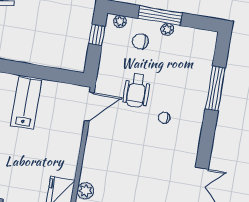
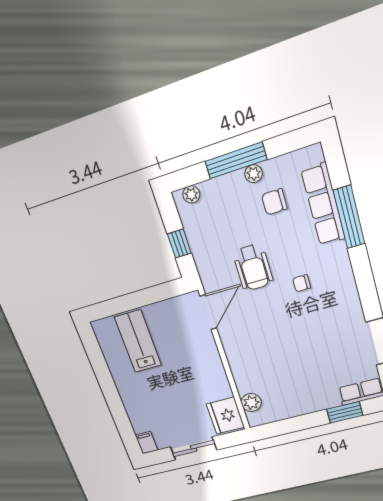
window: (97, 35) -> (179, 244), moved
chair: (140, 41) -> (274, 202), moved
row of seats: (202, 72) -> (323, 205), added

